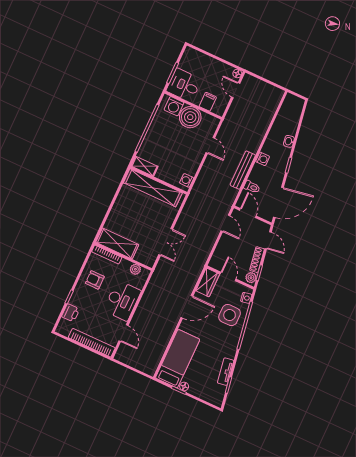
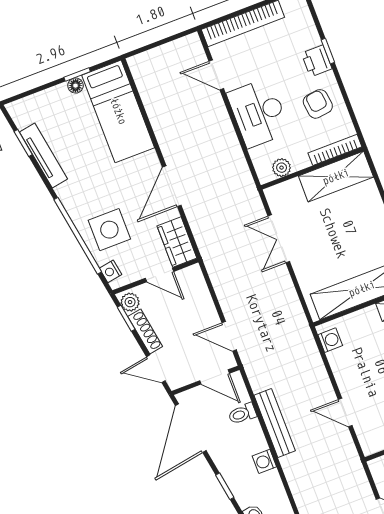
armchair: (95, 280) -> (318, 104), turned -97
printer: (71, 313) -> (317, 61), moved
tv unit: (226, 372) -> (43, 156), width x1.41

